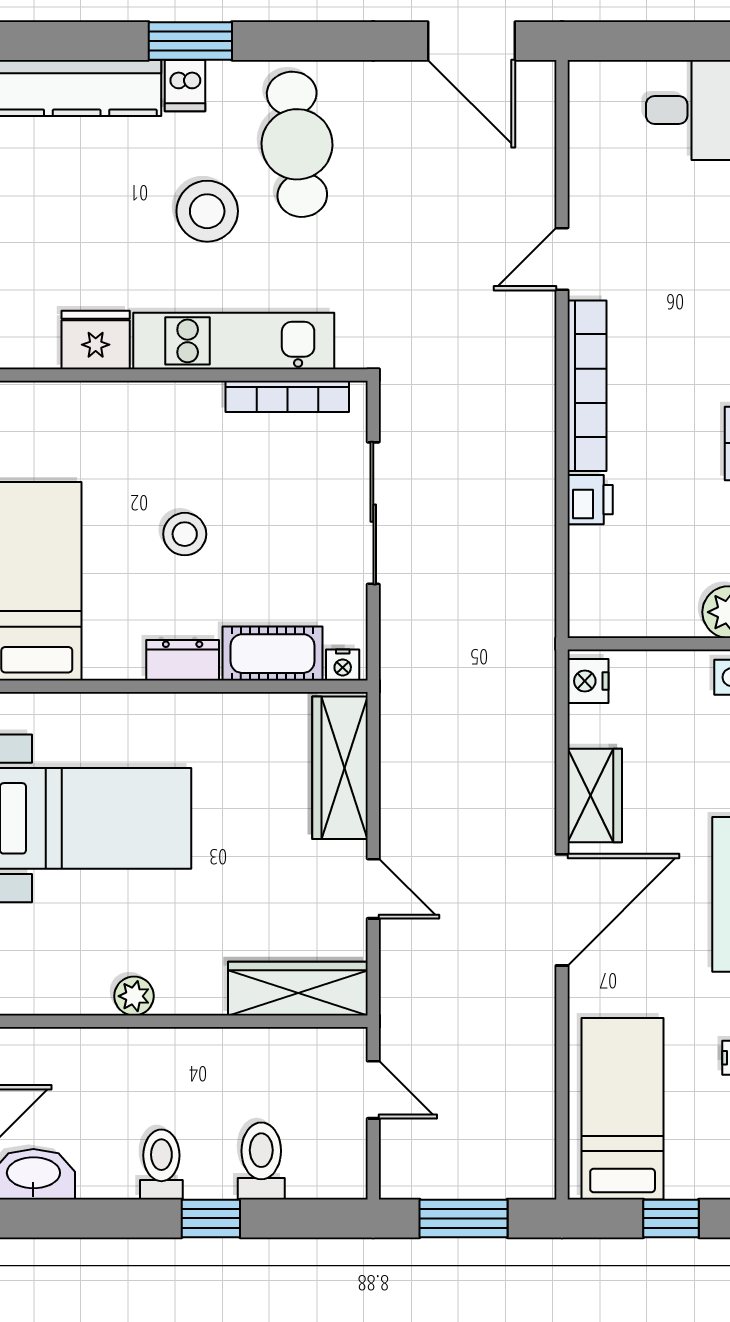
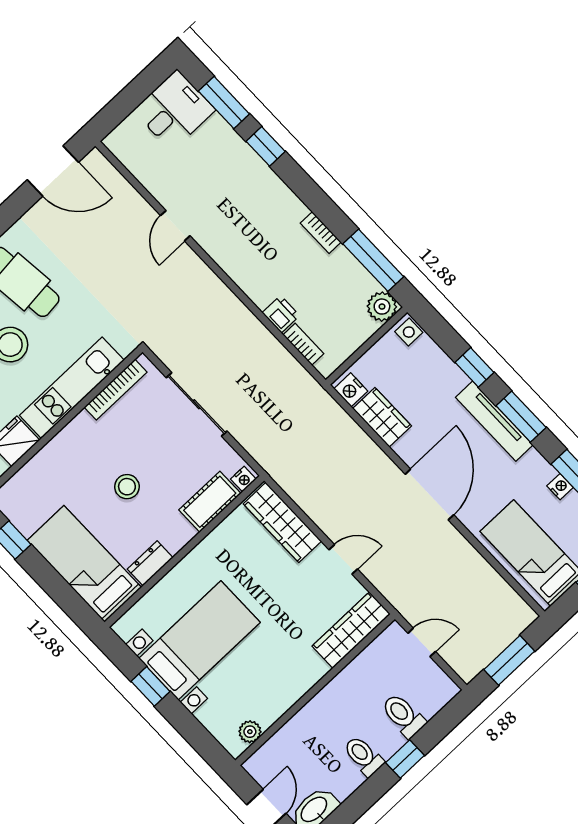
bookcase: (587, 386) -> (303, 344), moved, width x0.43, depth x0.76
dresser: (183, 660) -> (150, 563), moved
wardrobe: (595, 795) -> (382, 417), moved
plant: (134, 996) -> (250, 732), moved

